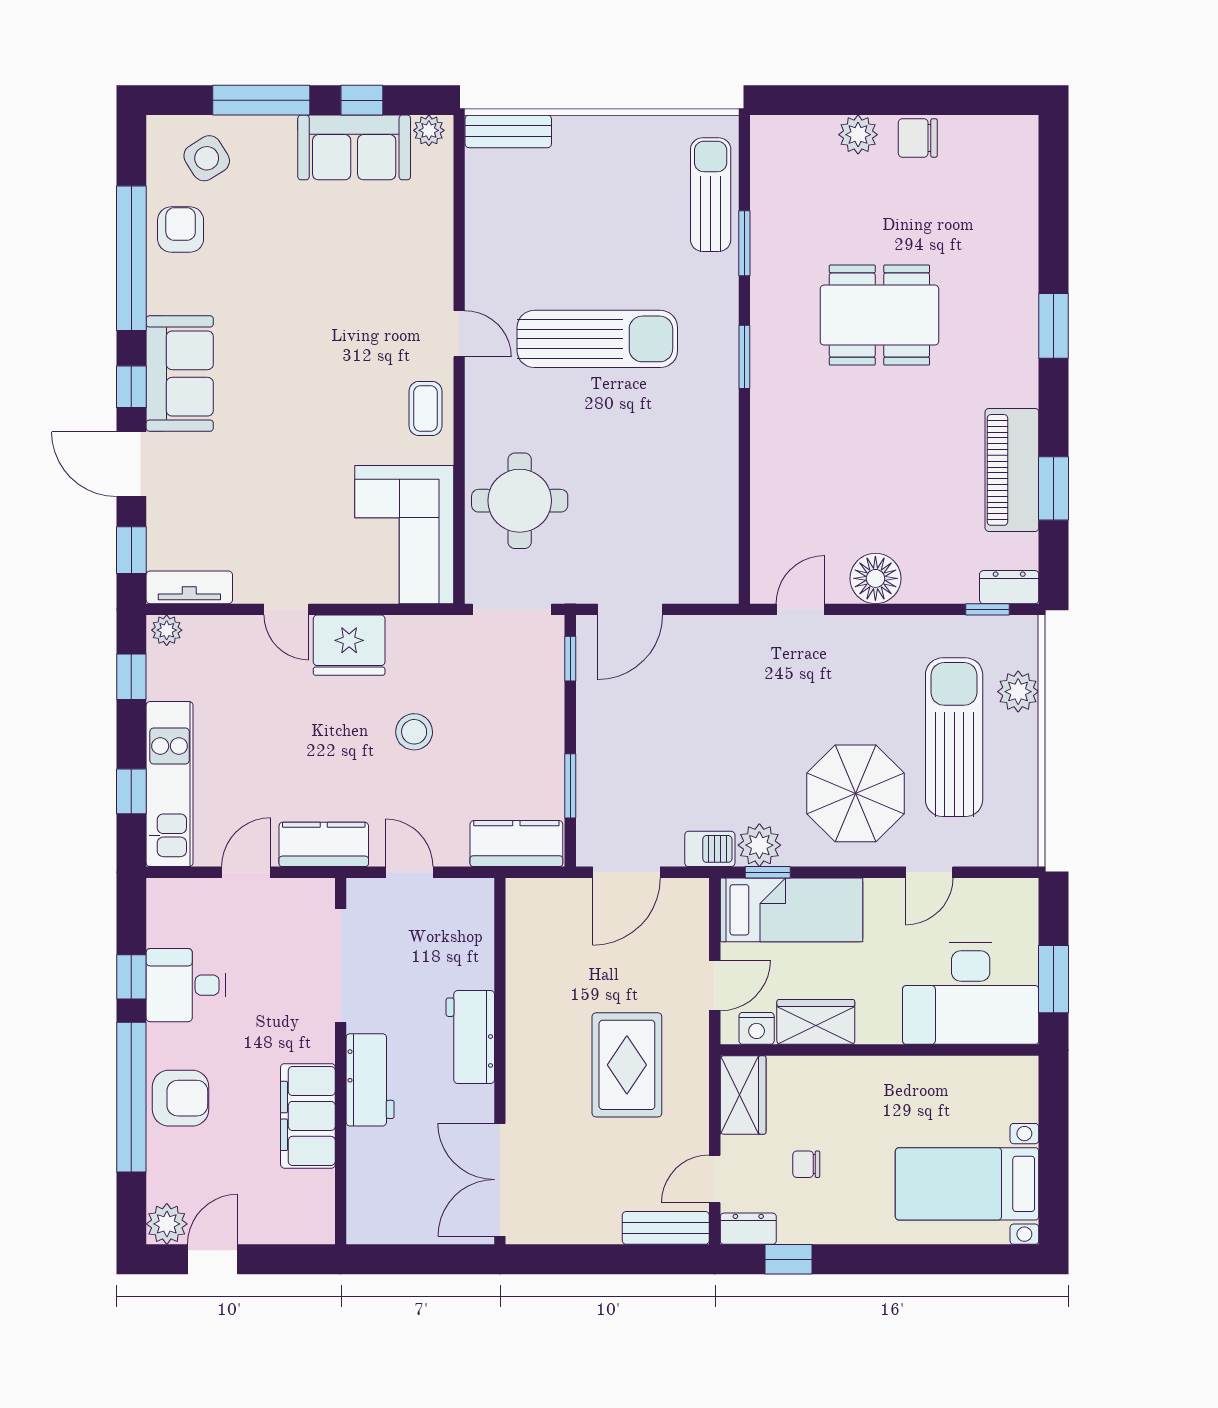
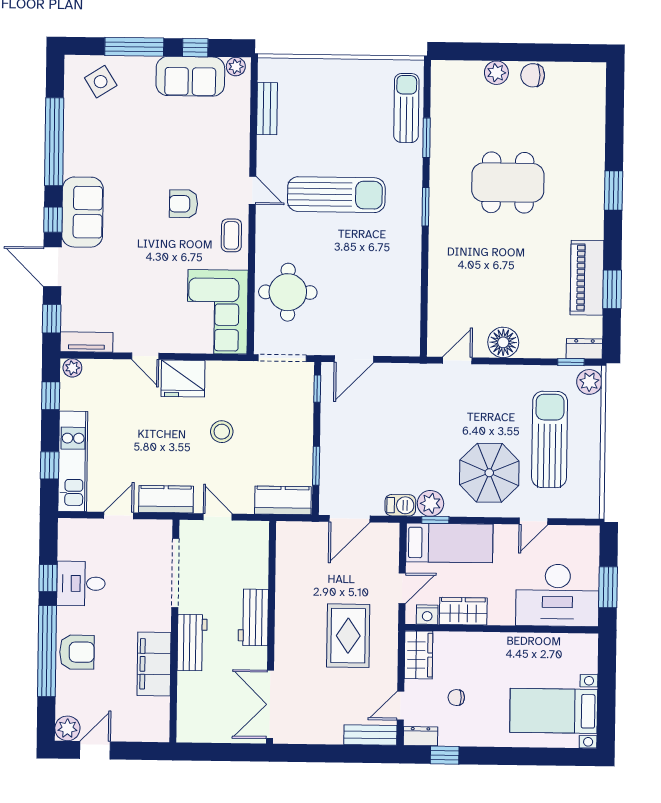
bench: (508, 131) -> (267, 109), moved, turned 90
armchair: (181, 229) -> (183, 204), moved, turned -90
plant: (1018, 692) -> (589, 382), moved

